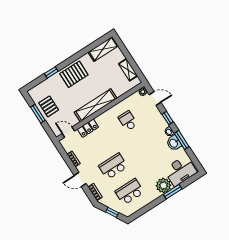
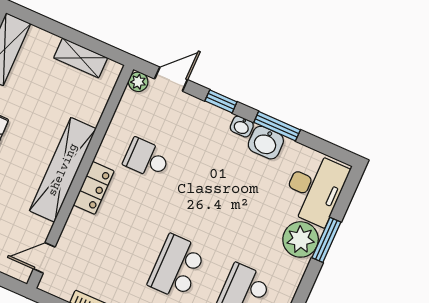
locker: (88, 128) -> (94, 188), moved

